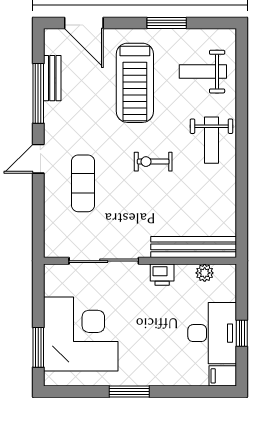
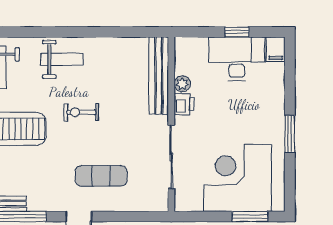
exercise bike: (153, 162) -> (81, 112), turned 90
plant: (205, 273) -> (182, 84), moved

